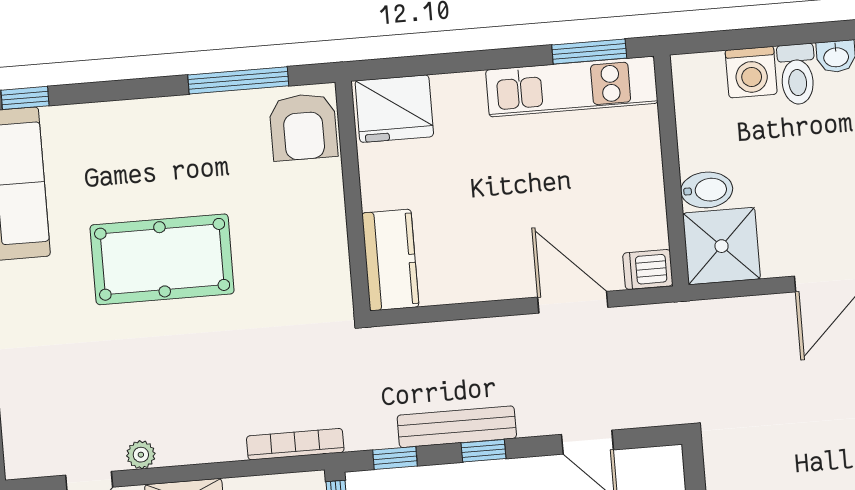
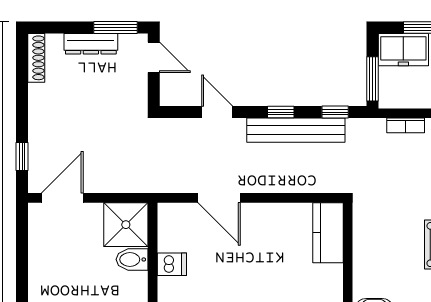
dishwasher: (648, 269) -> (172, 264), moved
bench: (457, 427) -> (296, 130), width x1.37, depth x1.21
bookcase: (295, 444) -> (406, 125), width x0.64

